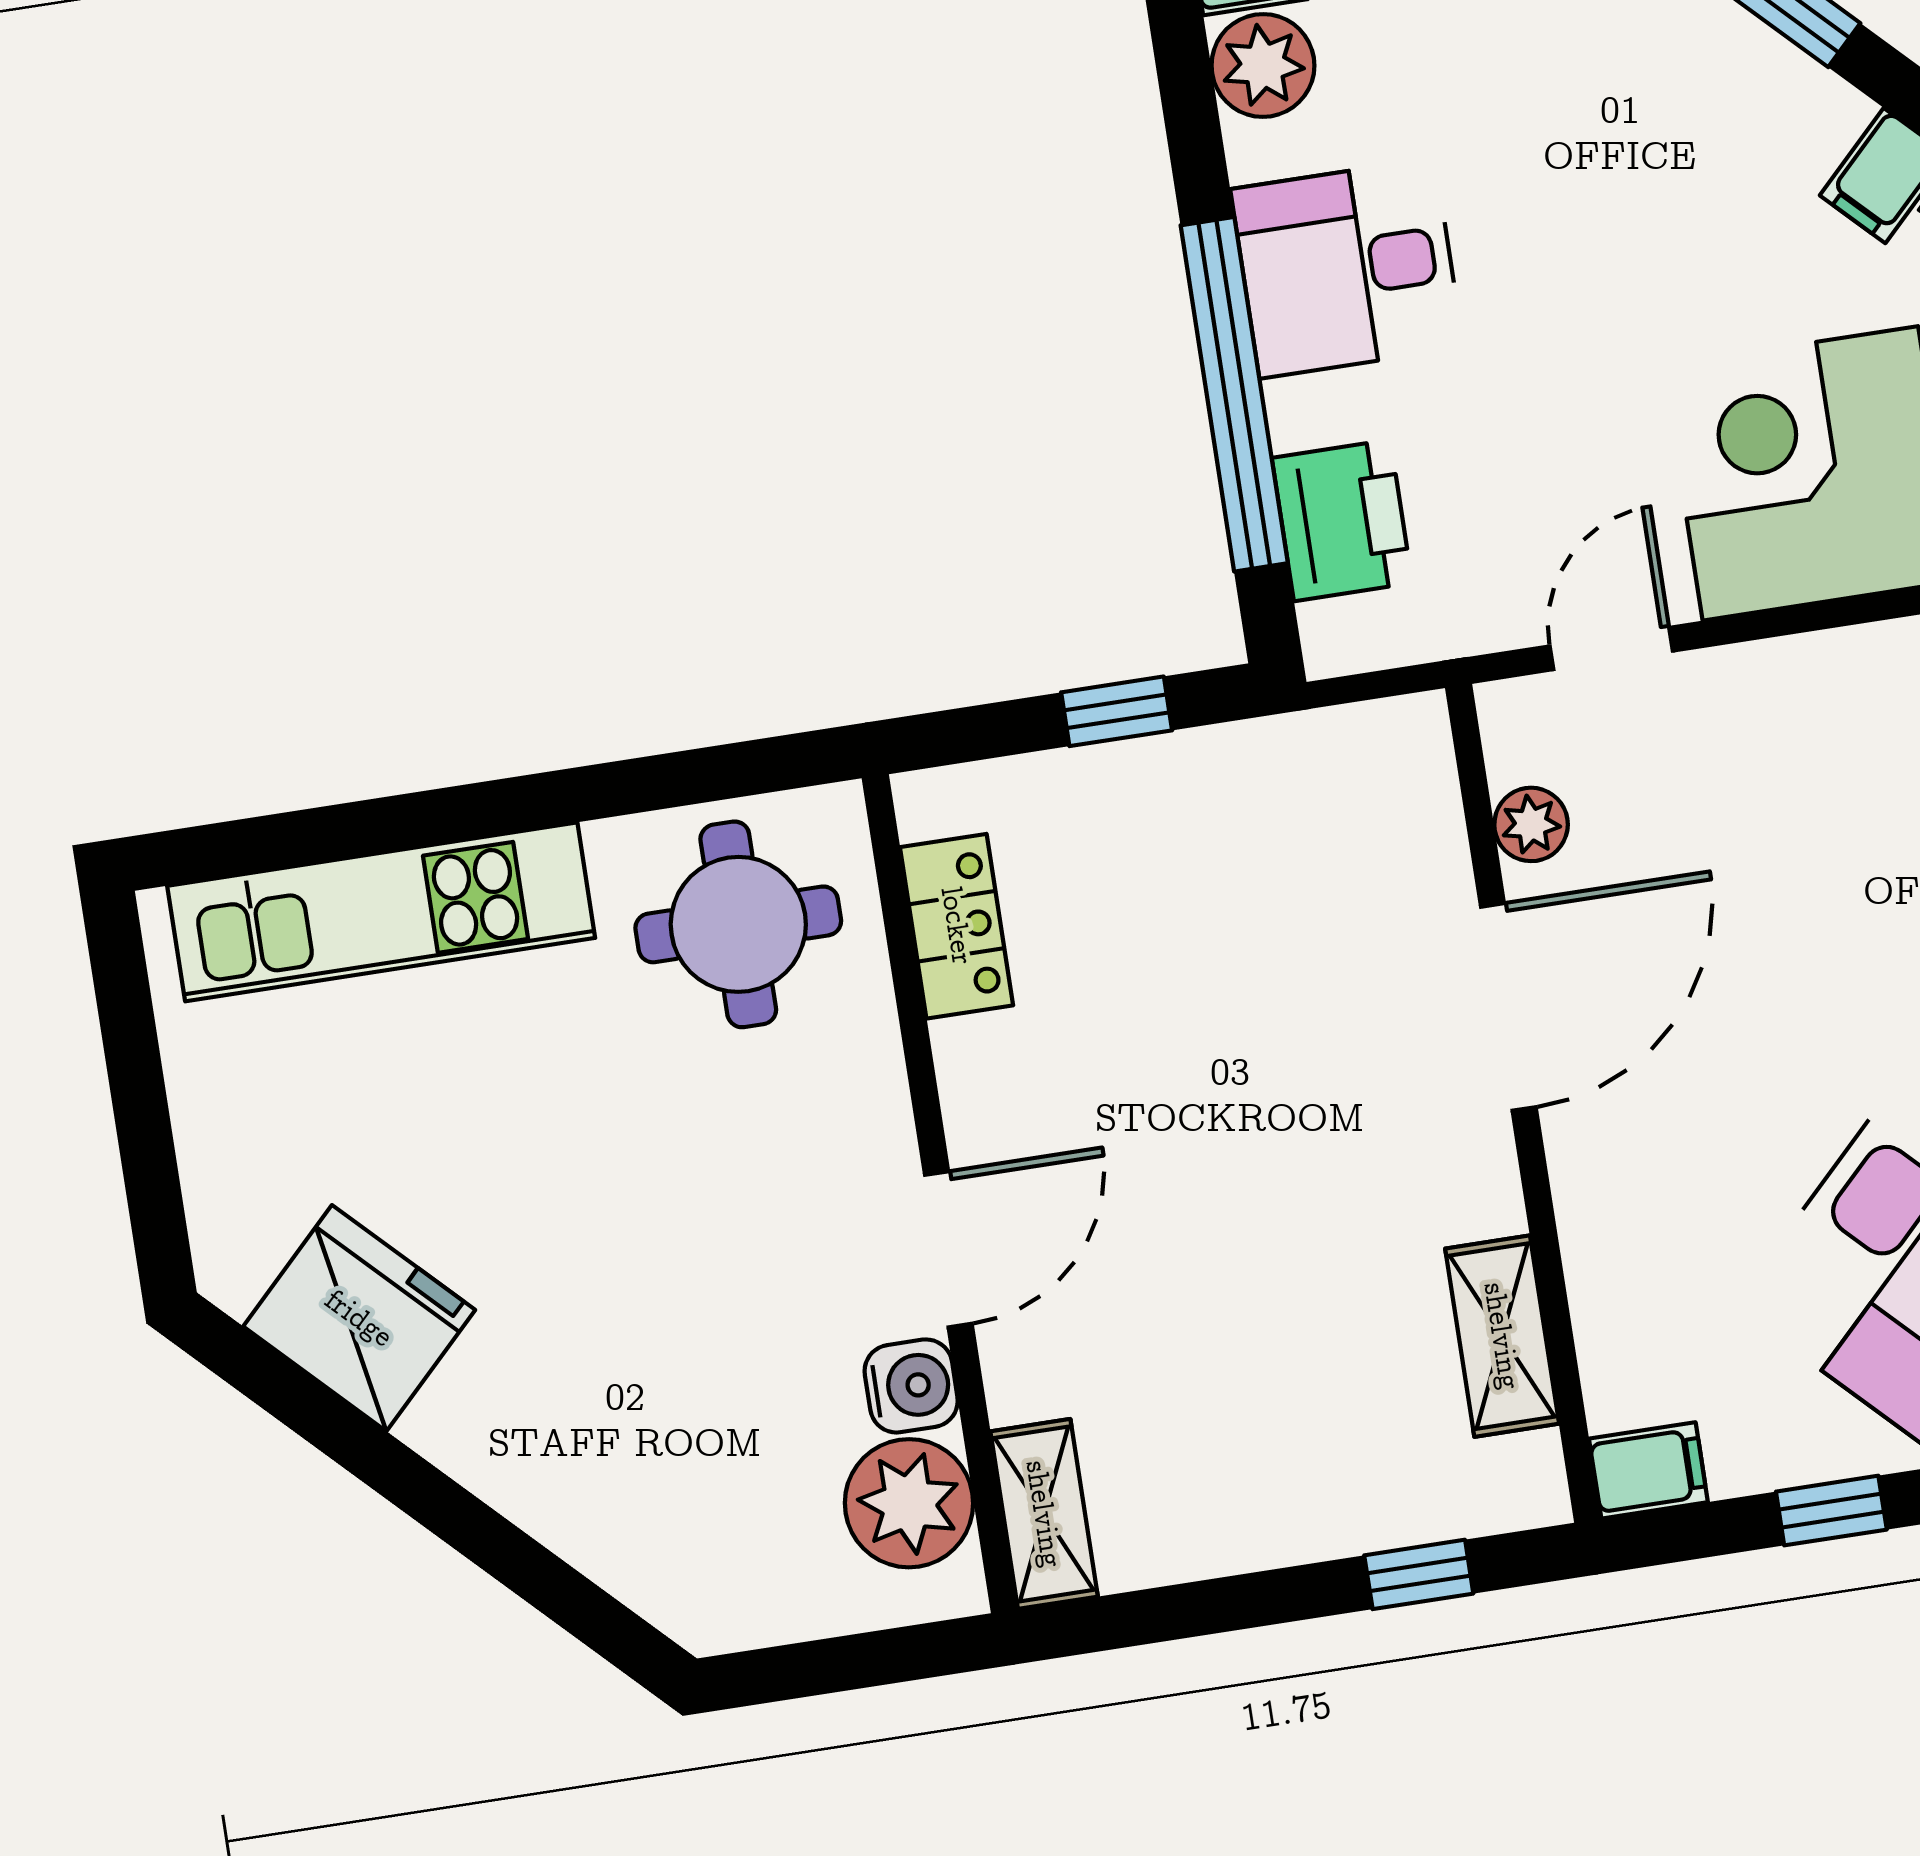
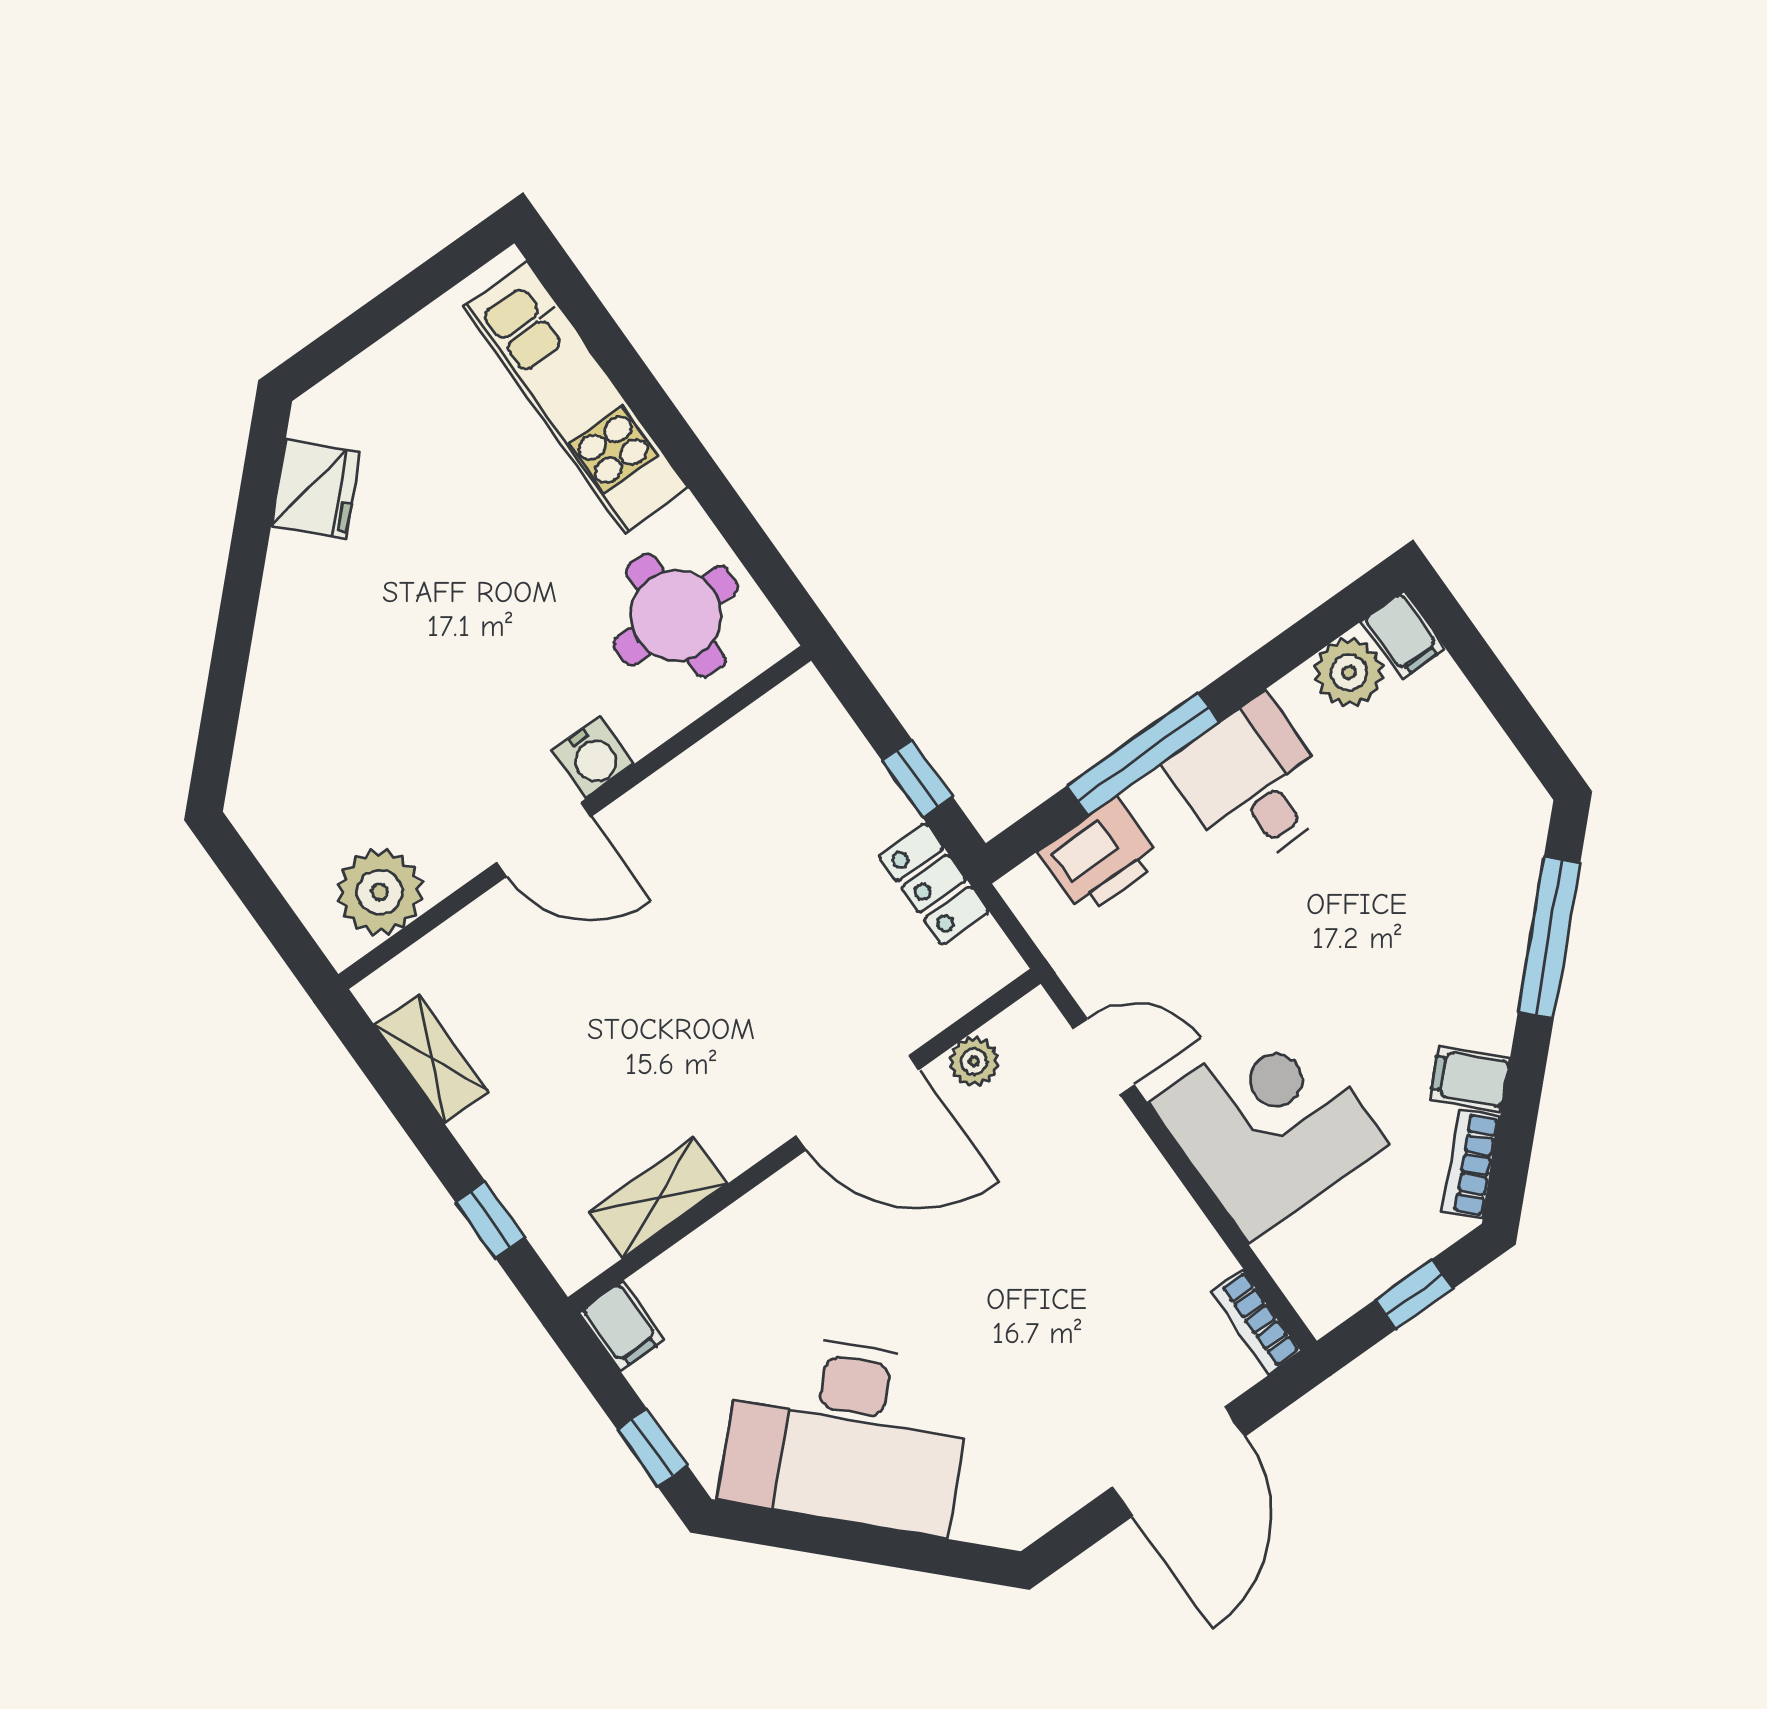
window: (1234, 394) -> (1143, 754), width x0.68
locker: (957, 926) -> (934, 884), moved, turned 90
fridge: (359, 1318) -> (316, 489), width x0.73, depth x0.75
water cooler: (911, 1386) -> (593, 757), moved
shelving: (1044, 1514) -> (431, 1058), moved, turned 90

